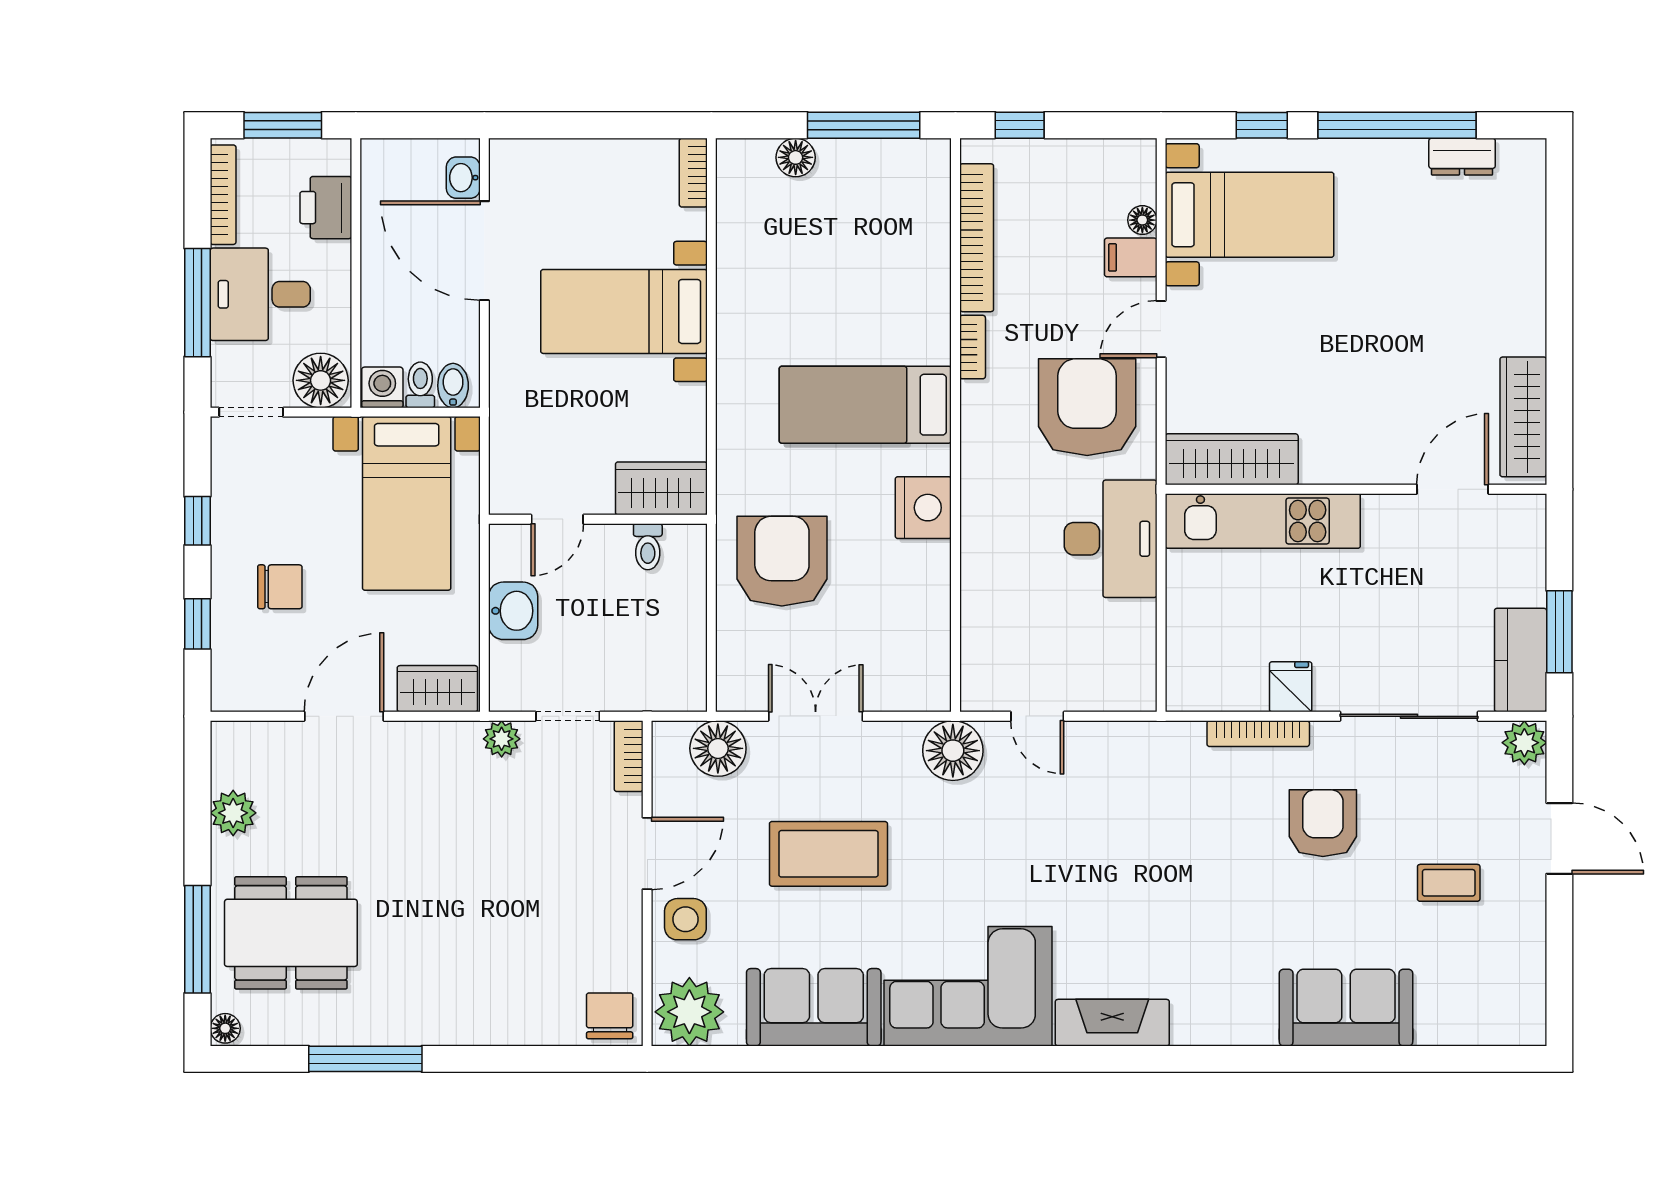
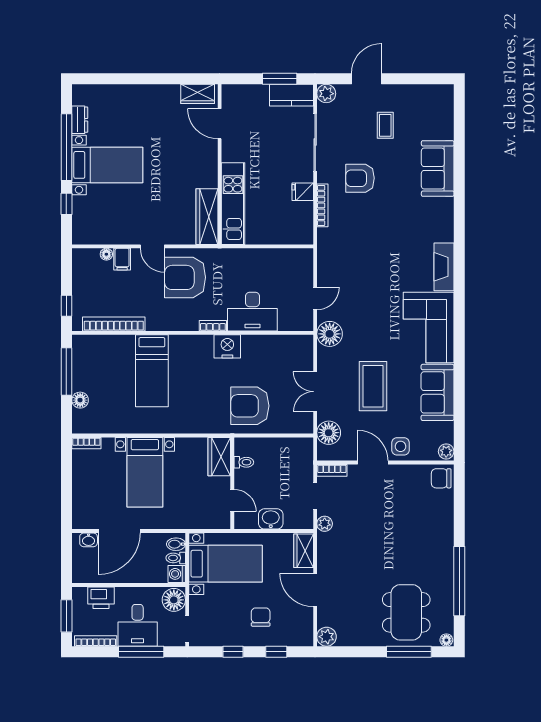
bed with nightstands: (1250, 215) -> (107, 165), moved, turned 90
bookcase: (973, 347) -> (213, 326), moved
bed: (865, 405) -> (152, 371), moved
wardrobe: (1523, 417) -> (198, 94), width x0.67
desk: (1111, 539) -> (252, 312), moved, turned 180
plant: (233, 813) -> (327, 637), moved
plant: (689, 1012) -> (446, 451), width x0.53, depth x0.53
window: (365, 1059) -> (459, 581), width x1.46

